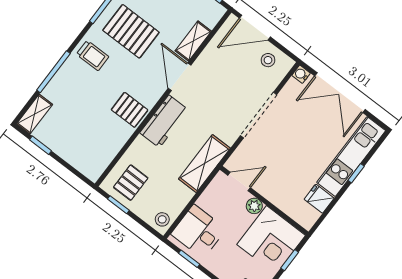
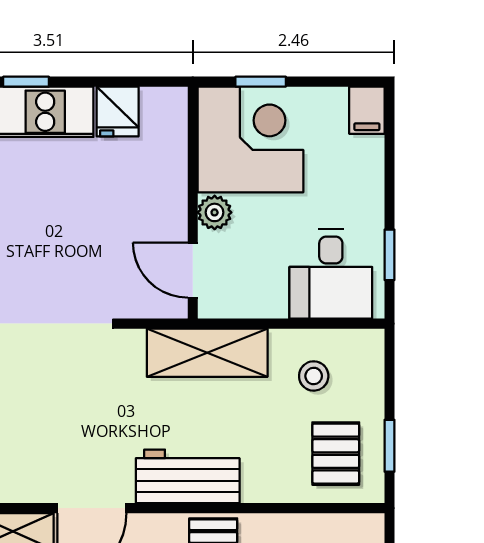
pallet: (131, 183) -> (336, 454), turned 90
stool: (162, 219) -> (314, 376), moved

